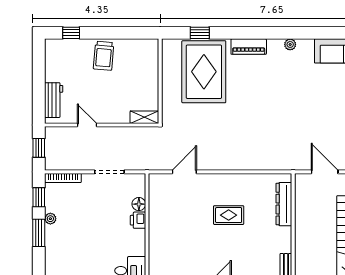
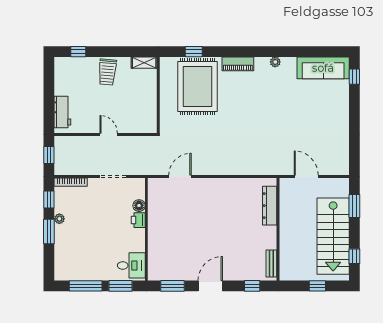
shelving: (144, 117) -> (144, 63), moved
door: (87, 125) -> (109, 134), moved
rug: (229, 215) -> (220, 215), removed

